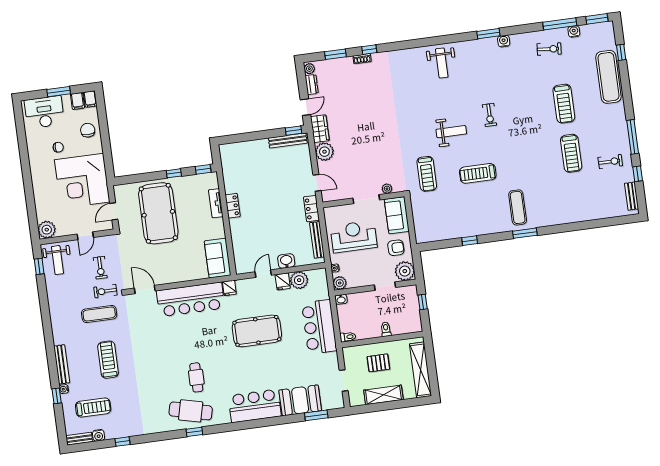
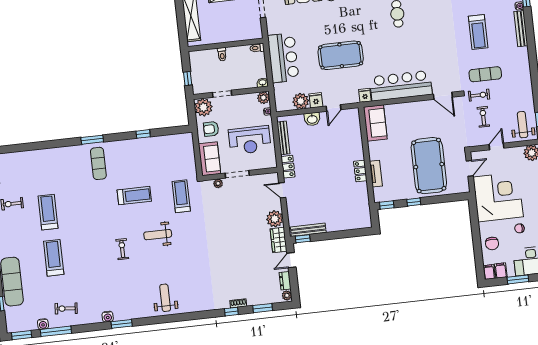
pallet: (378, 363) -> (230, 23), removed

